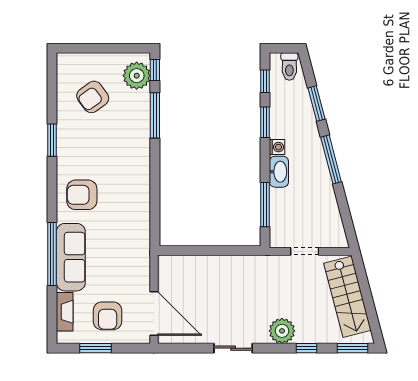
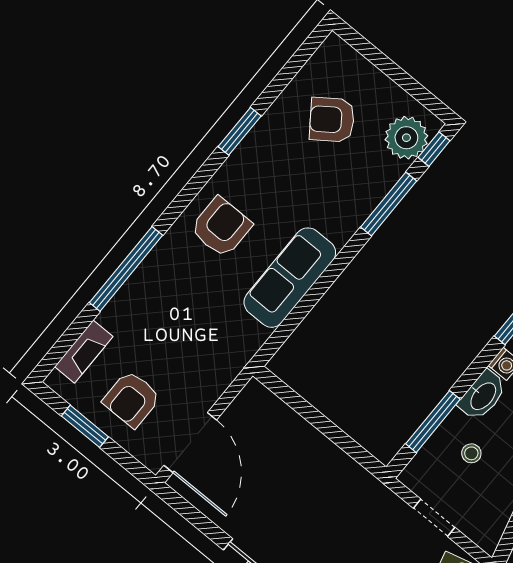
armchair: (82, 195) -> (221, 227), turned 90
stool: (297, 205) -> (471, 453), added
sofa: (71, 257) -> (290, 278), moved, turned 180

